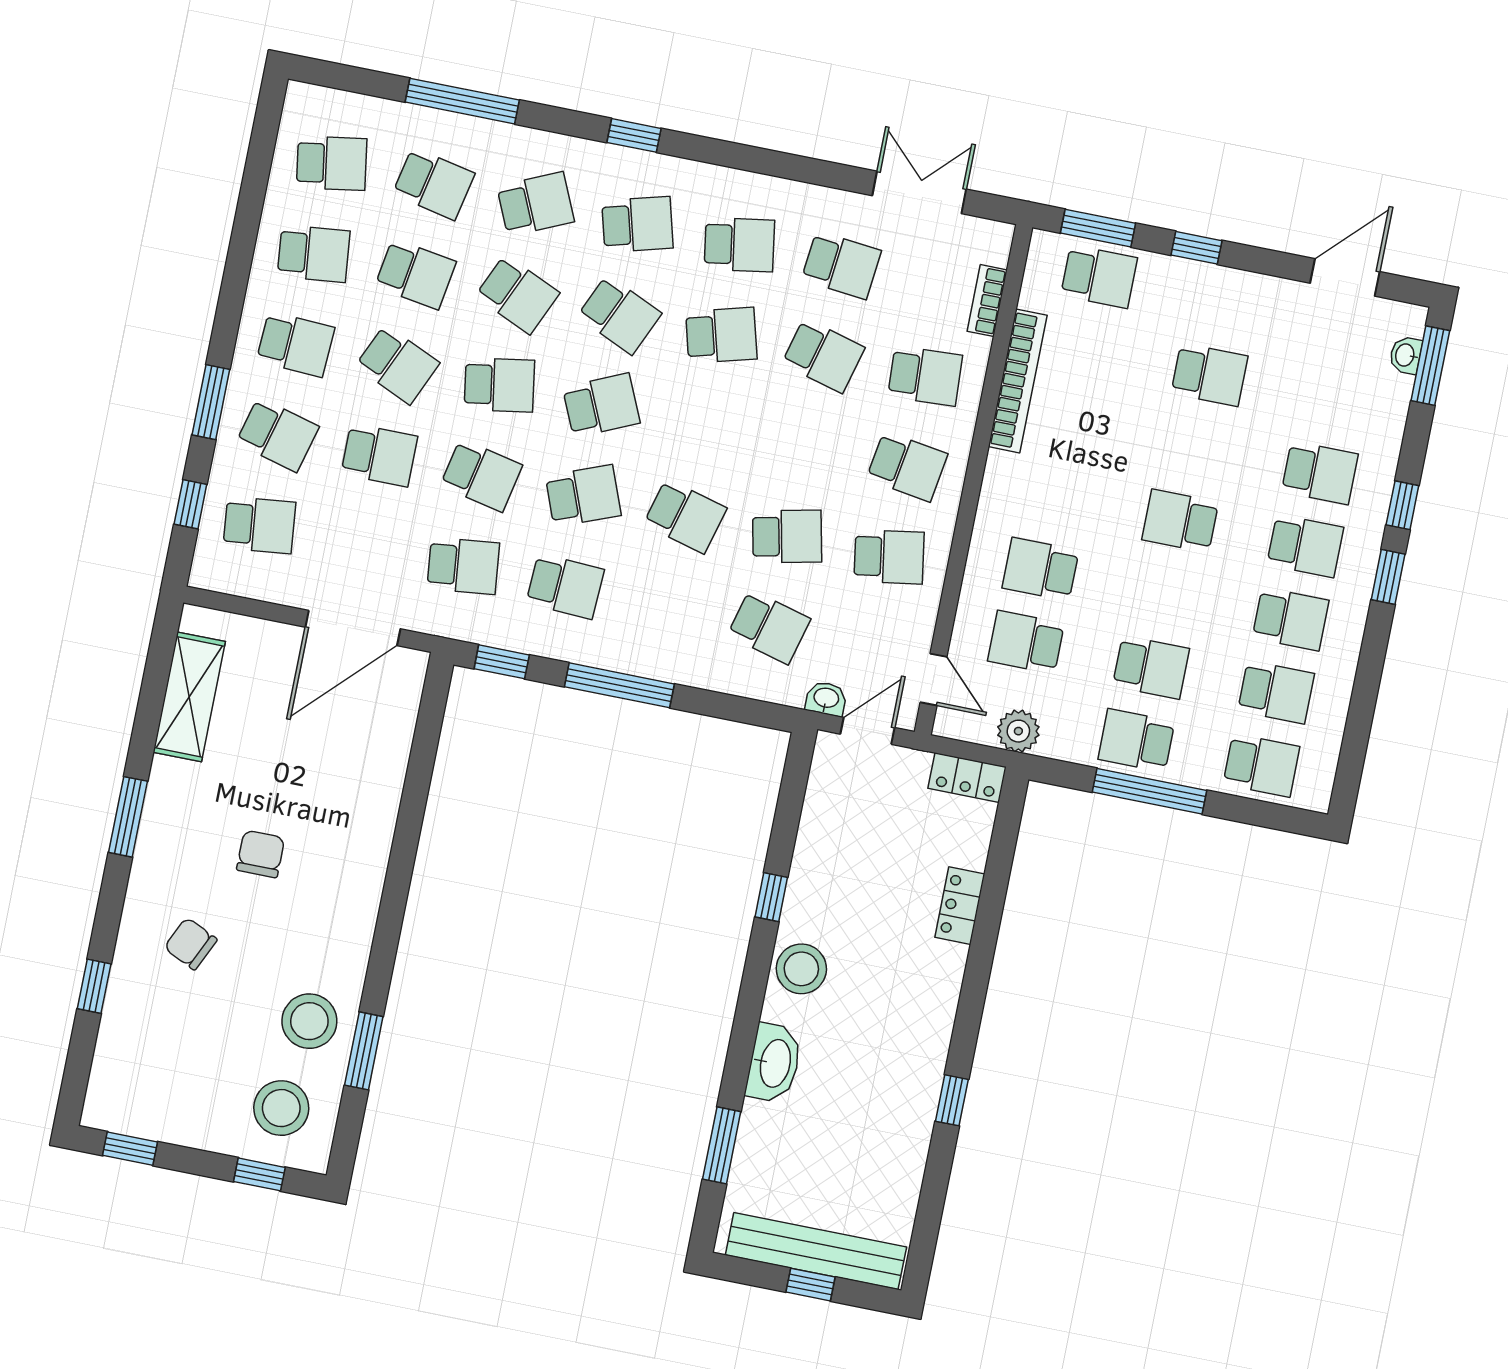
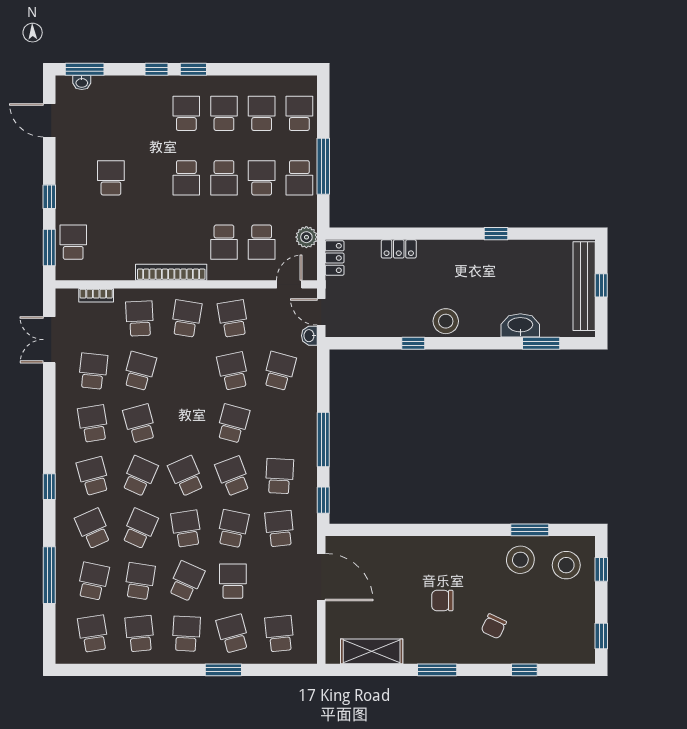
bookcase: (1018, 381) -> (171, 272), moved
school desk: (277, 435) -> (233, 634), turned -30
school desk: (1320, 473) -> (224, 178), moved, turned 180
window: (190, 504) -> (276, 670), removed
washbasin: (774, 1063) -> (520, 325), moved

